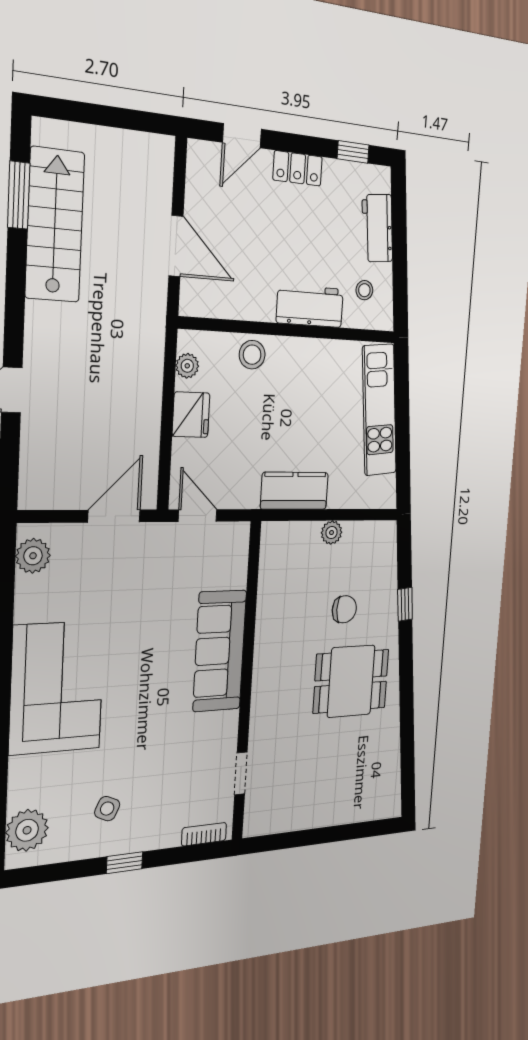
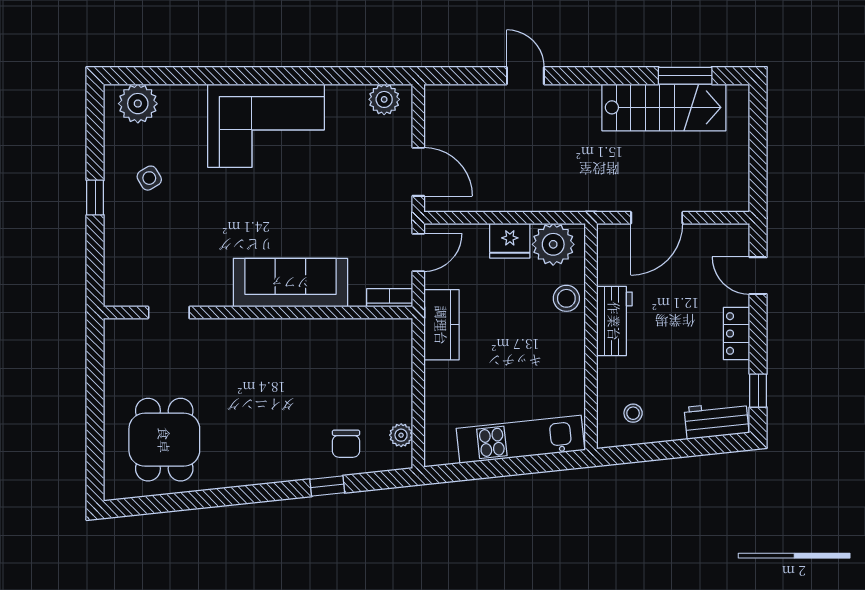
workbench: (377, 228) -> (716, 420), moved
workbench: (310, 306) -> (614, 321), moved
plant: (187, 366) -> (553, 244), width x1.88, depth x1.88
kitchen counter: (294, 491) -> (441, 325), moved
plant: (332, 533) -> (401, 435), moved
chair: (344, 609) -> (346, 444), moved
dining table: (351, 681) -> (164, 440), moved
side table: (107, 809) -> (149, 178), turned 35
bookcase: (204, 834) -> (390, 298), moved, turned -90

